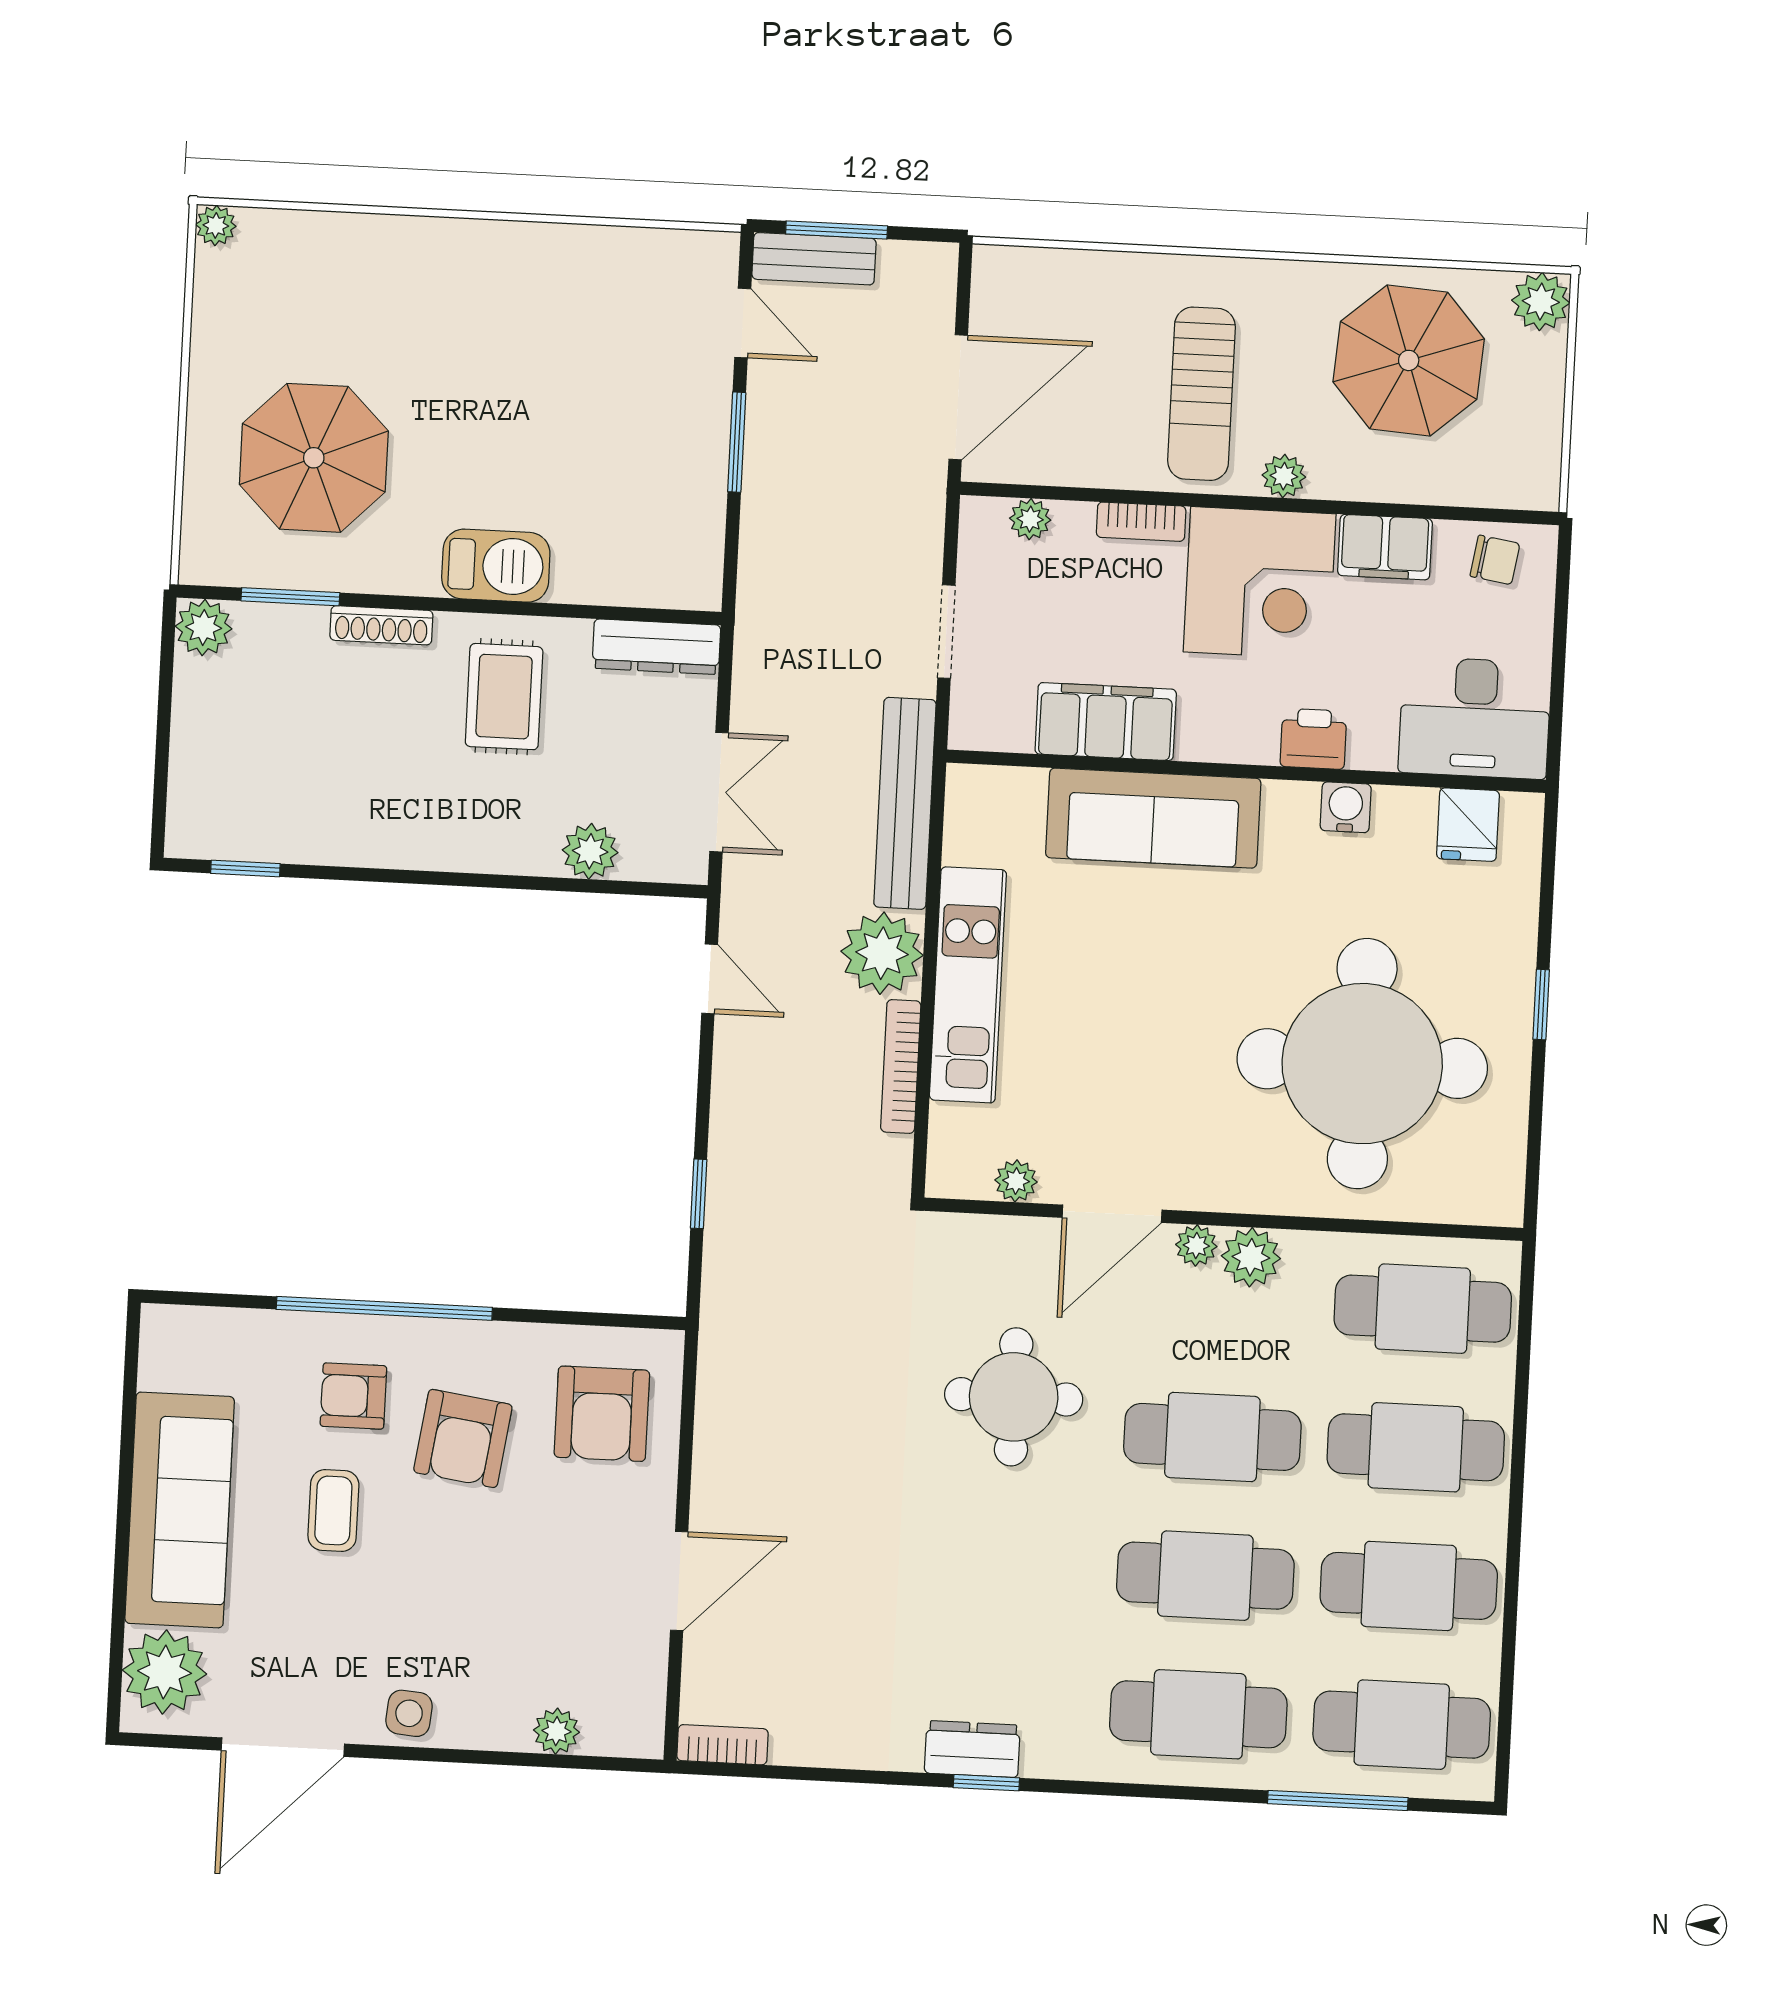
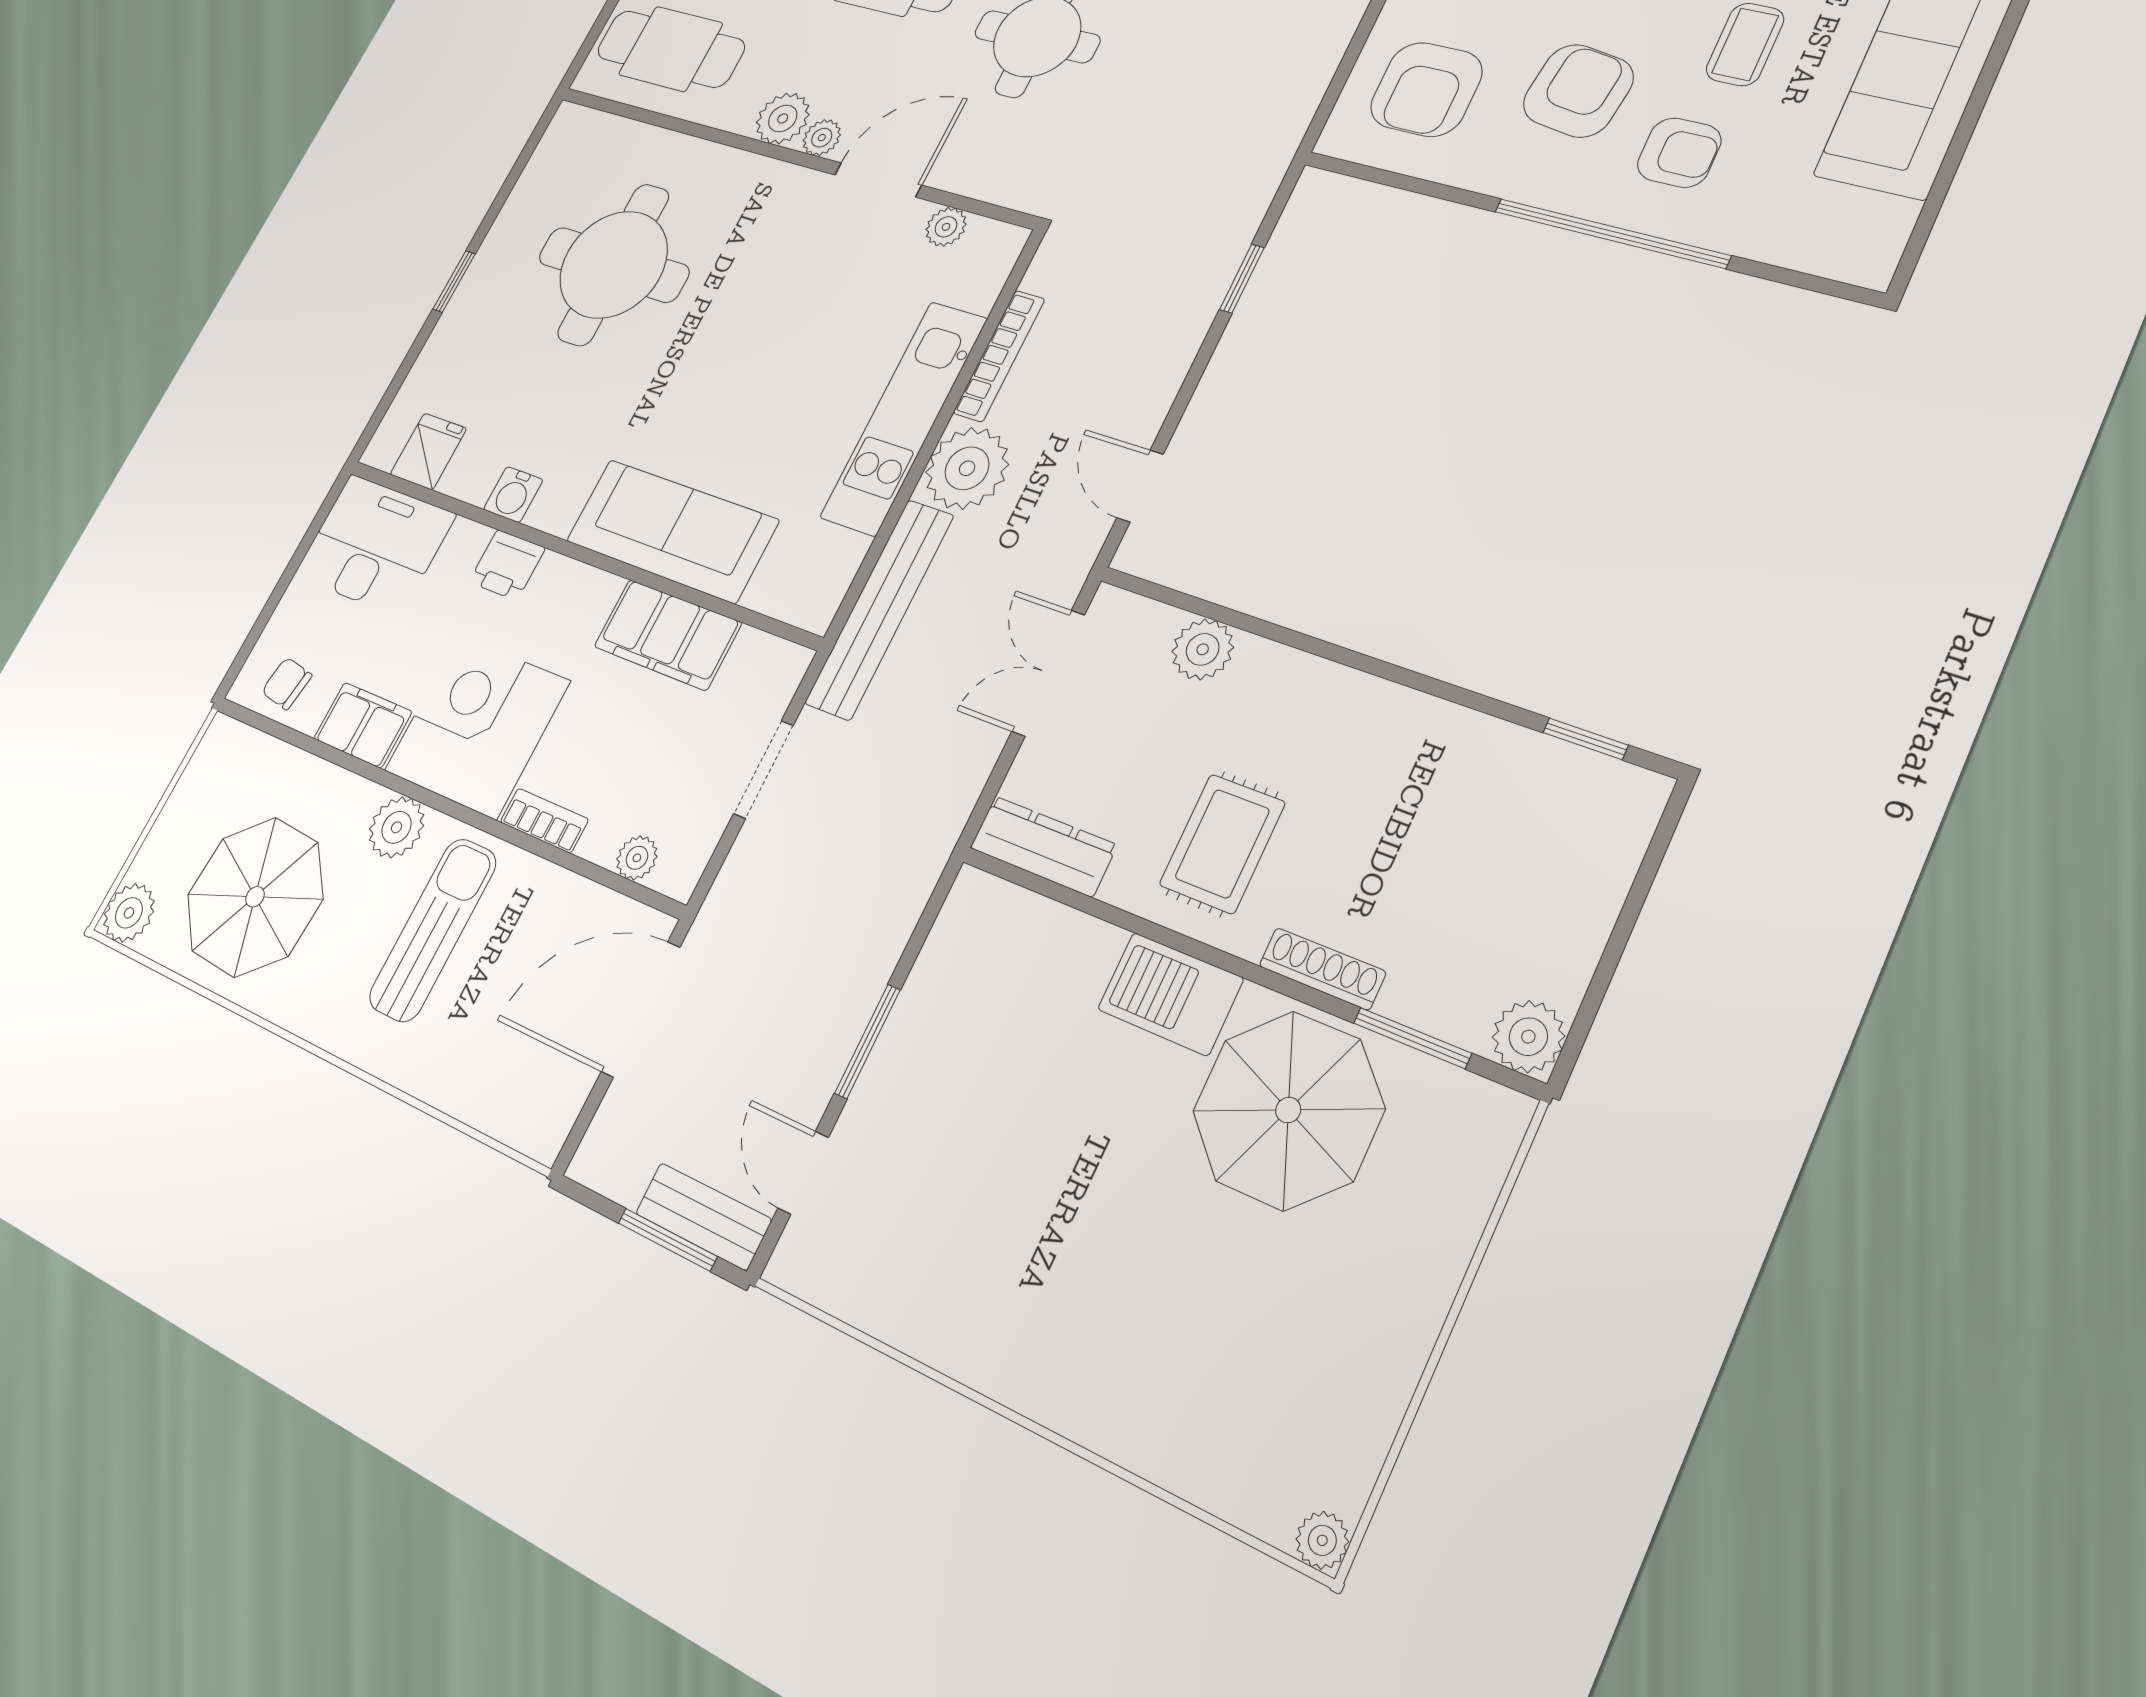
parasol: (314, 458) -> (1288, 1110), moved
plant: (1284, 476) -> (397, 827), width x1.38, depth x1.38
round table: (1362, 1064) -> (613, 265), width x0.73, depth x0.73
armchair: (602, 1414) -> (1426, 89), turned 180

